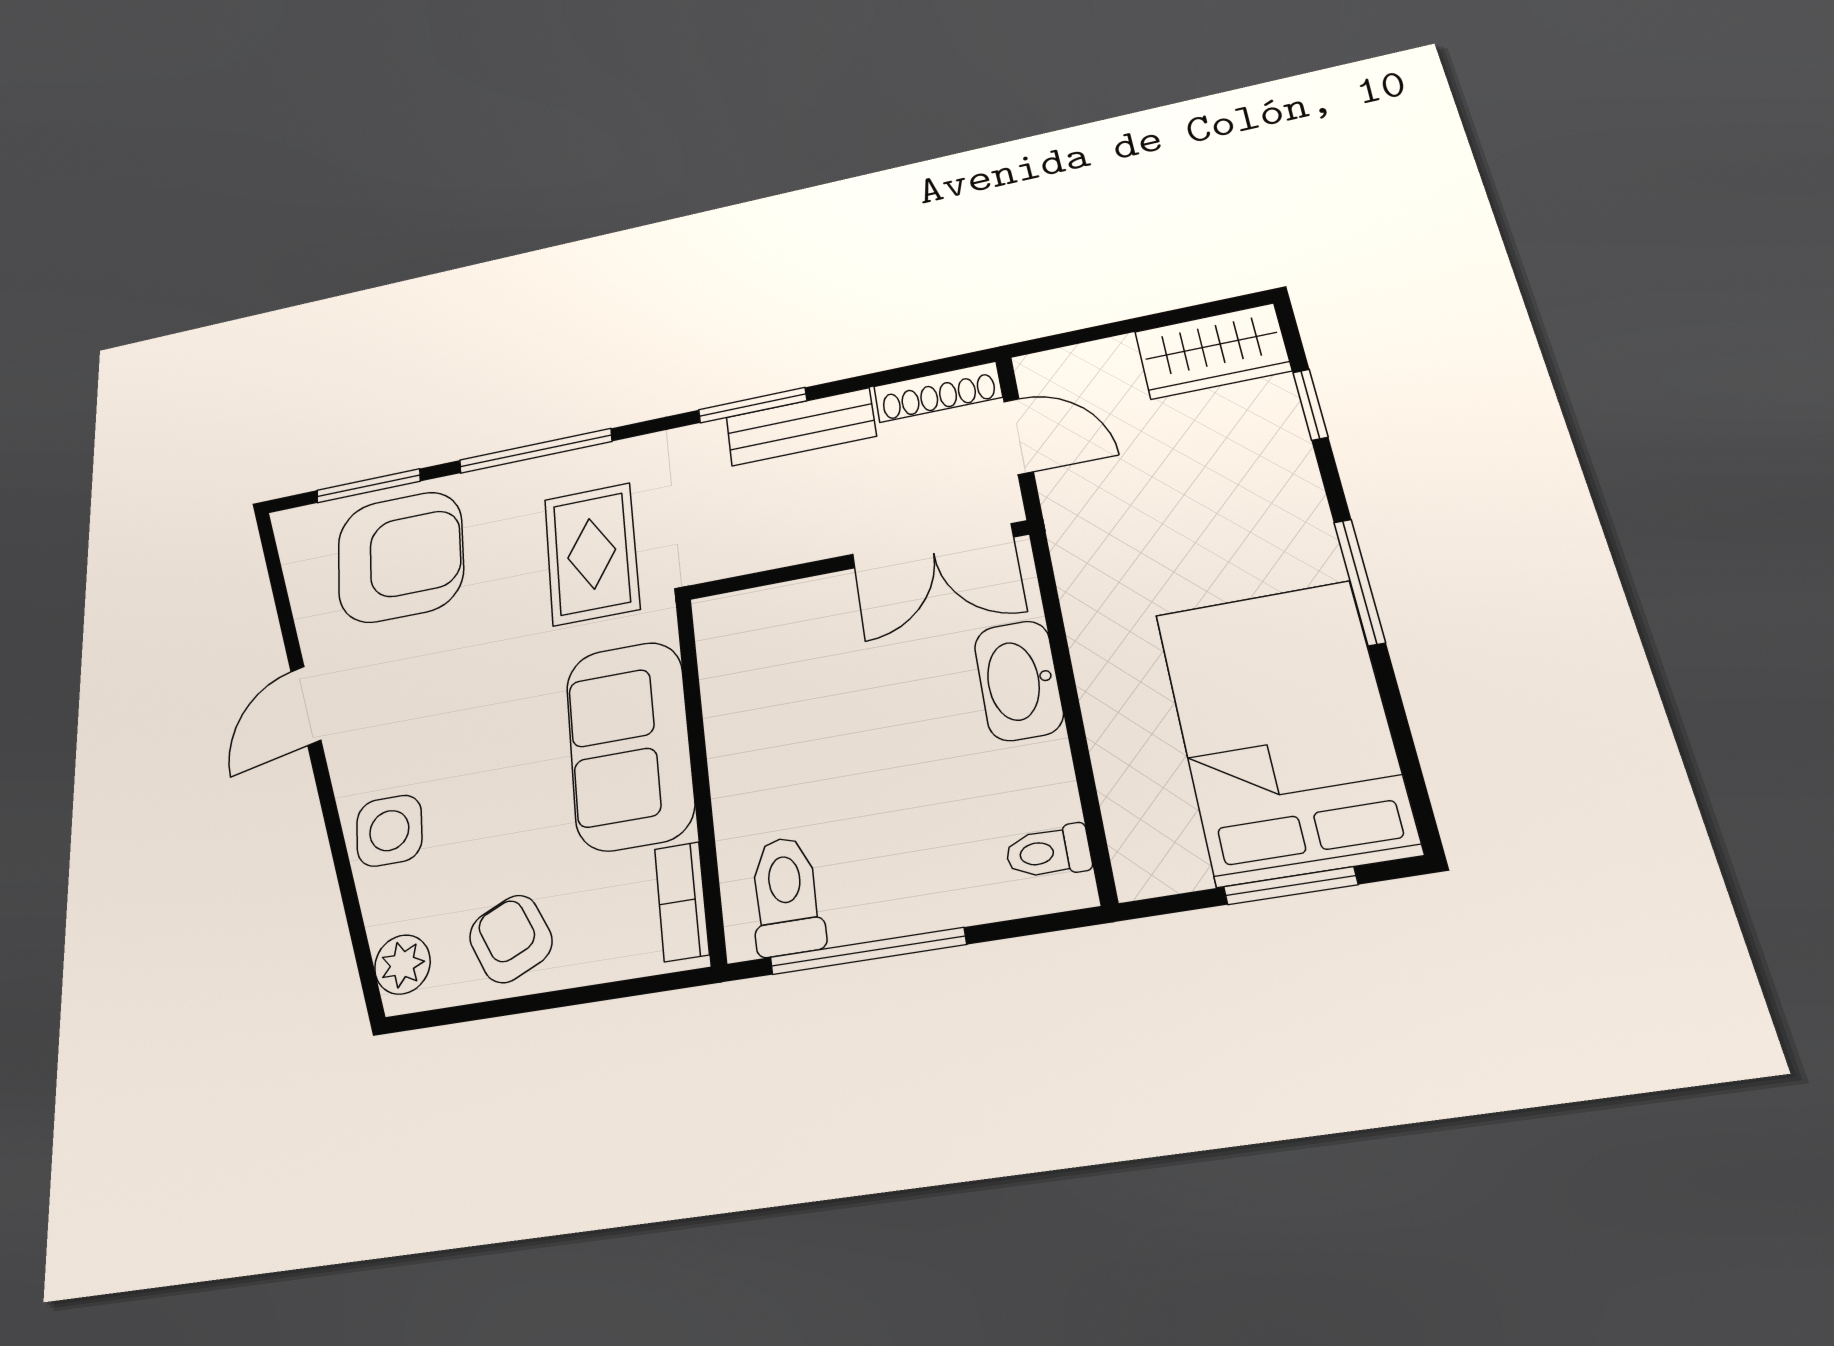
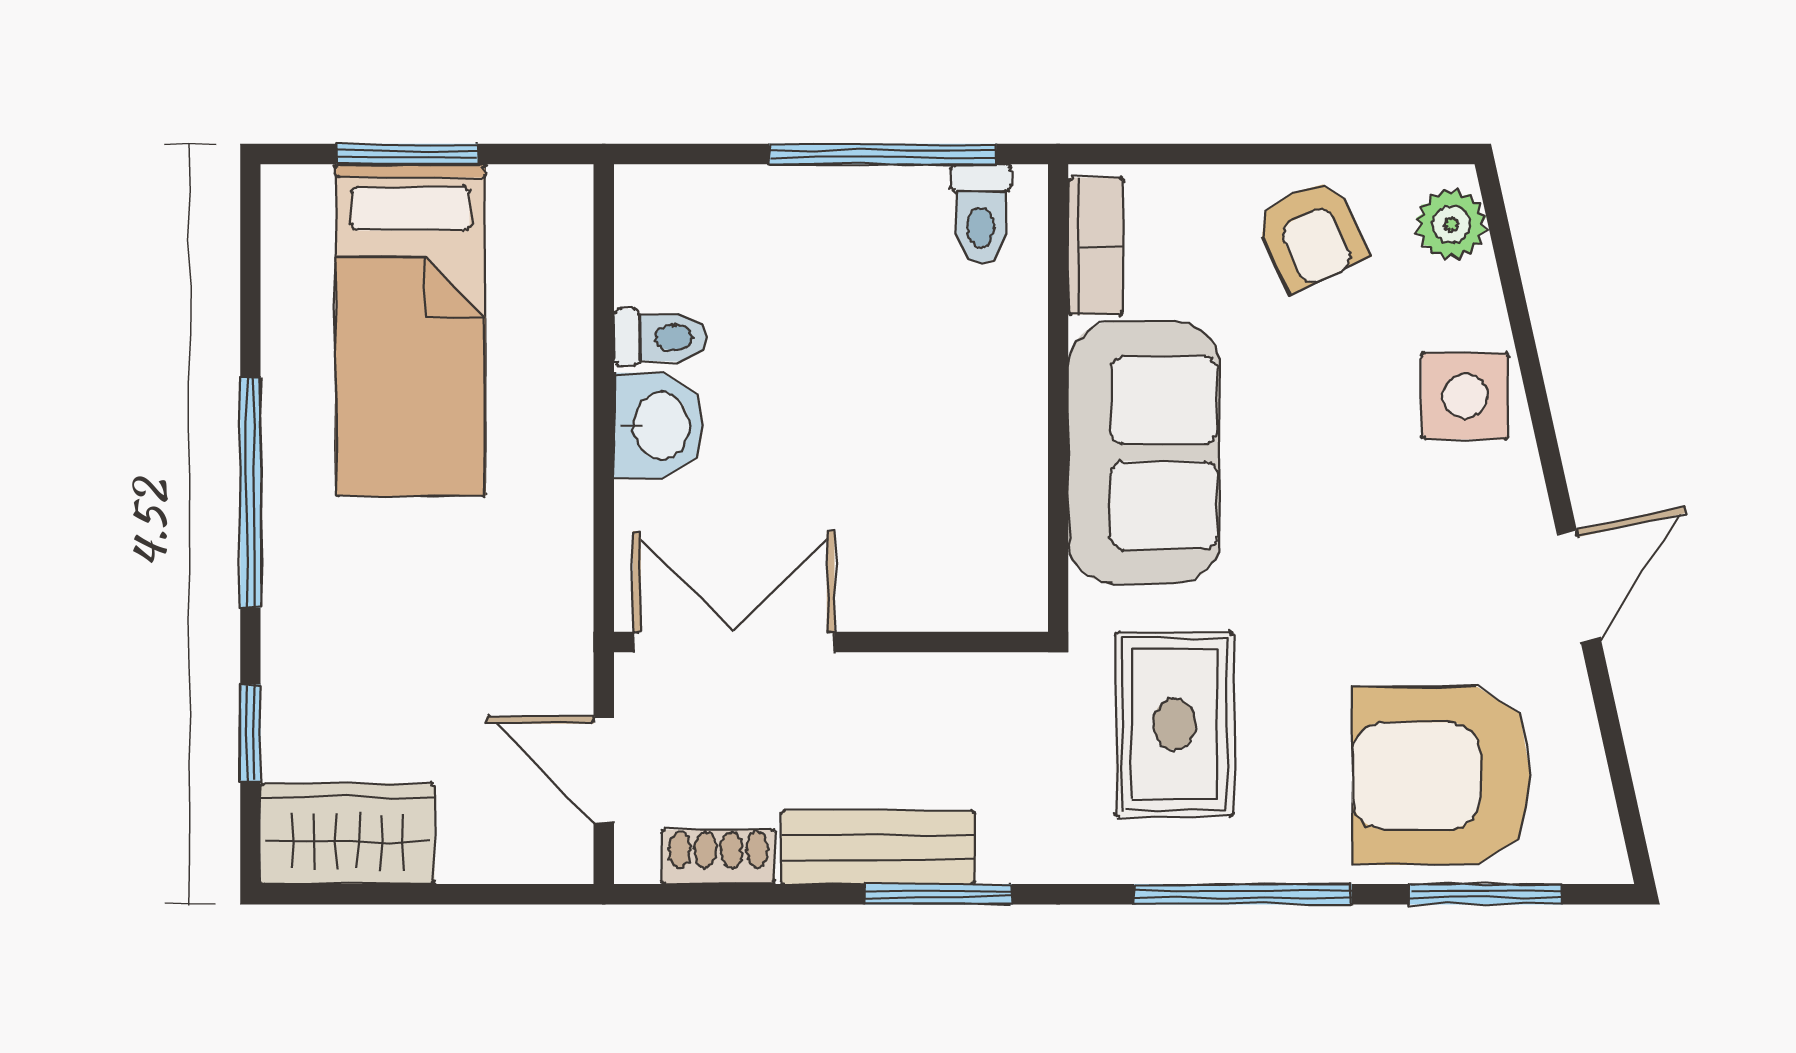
shoe rack: (938, 392) -> (718, 857), width x0.70
window: (1359, 582) -> (250, 492), width x1.44
washbasin: (1019, 680) -> (659, 426), width x0.72
bed: (1285, 730) -> (411, 330), width x0.67
toilet: (1048, 852) -> (661, 338), moved
toilet: (786, 896) -> (981, 214), width x0.73, depth x0.72

